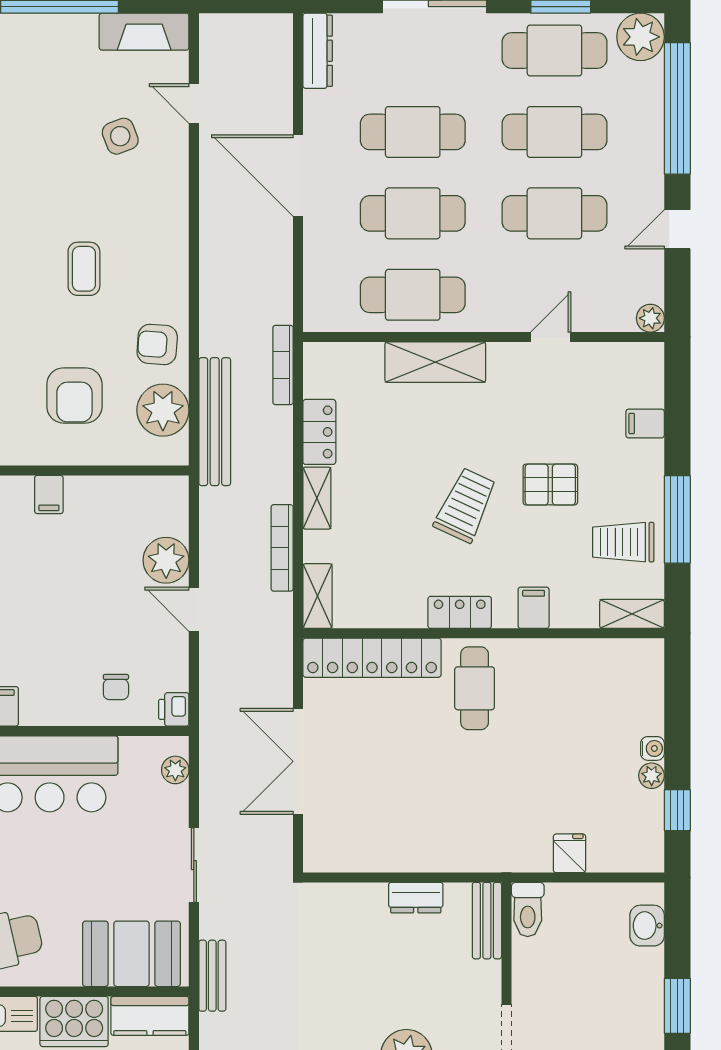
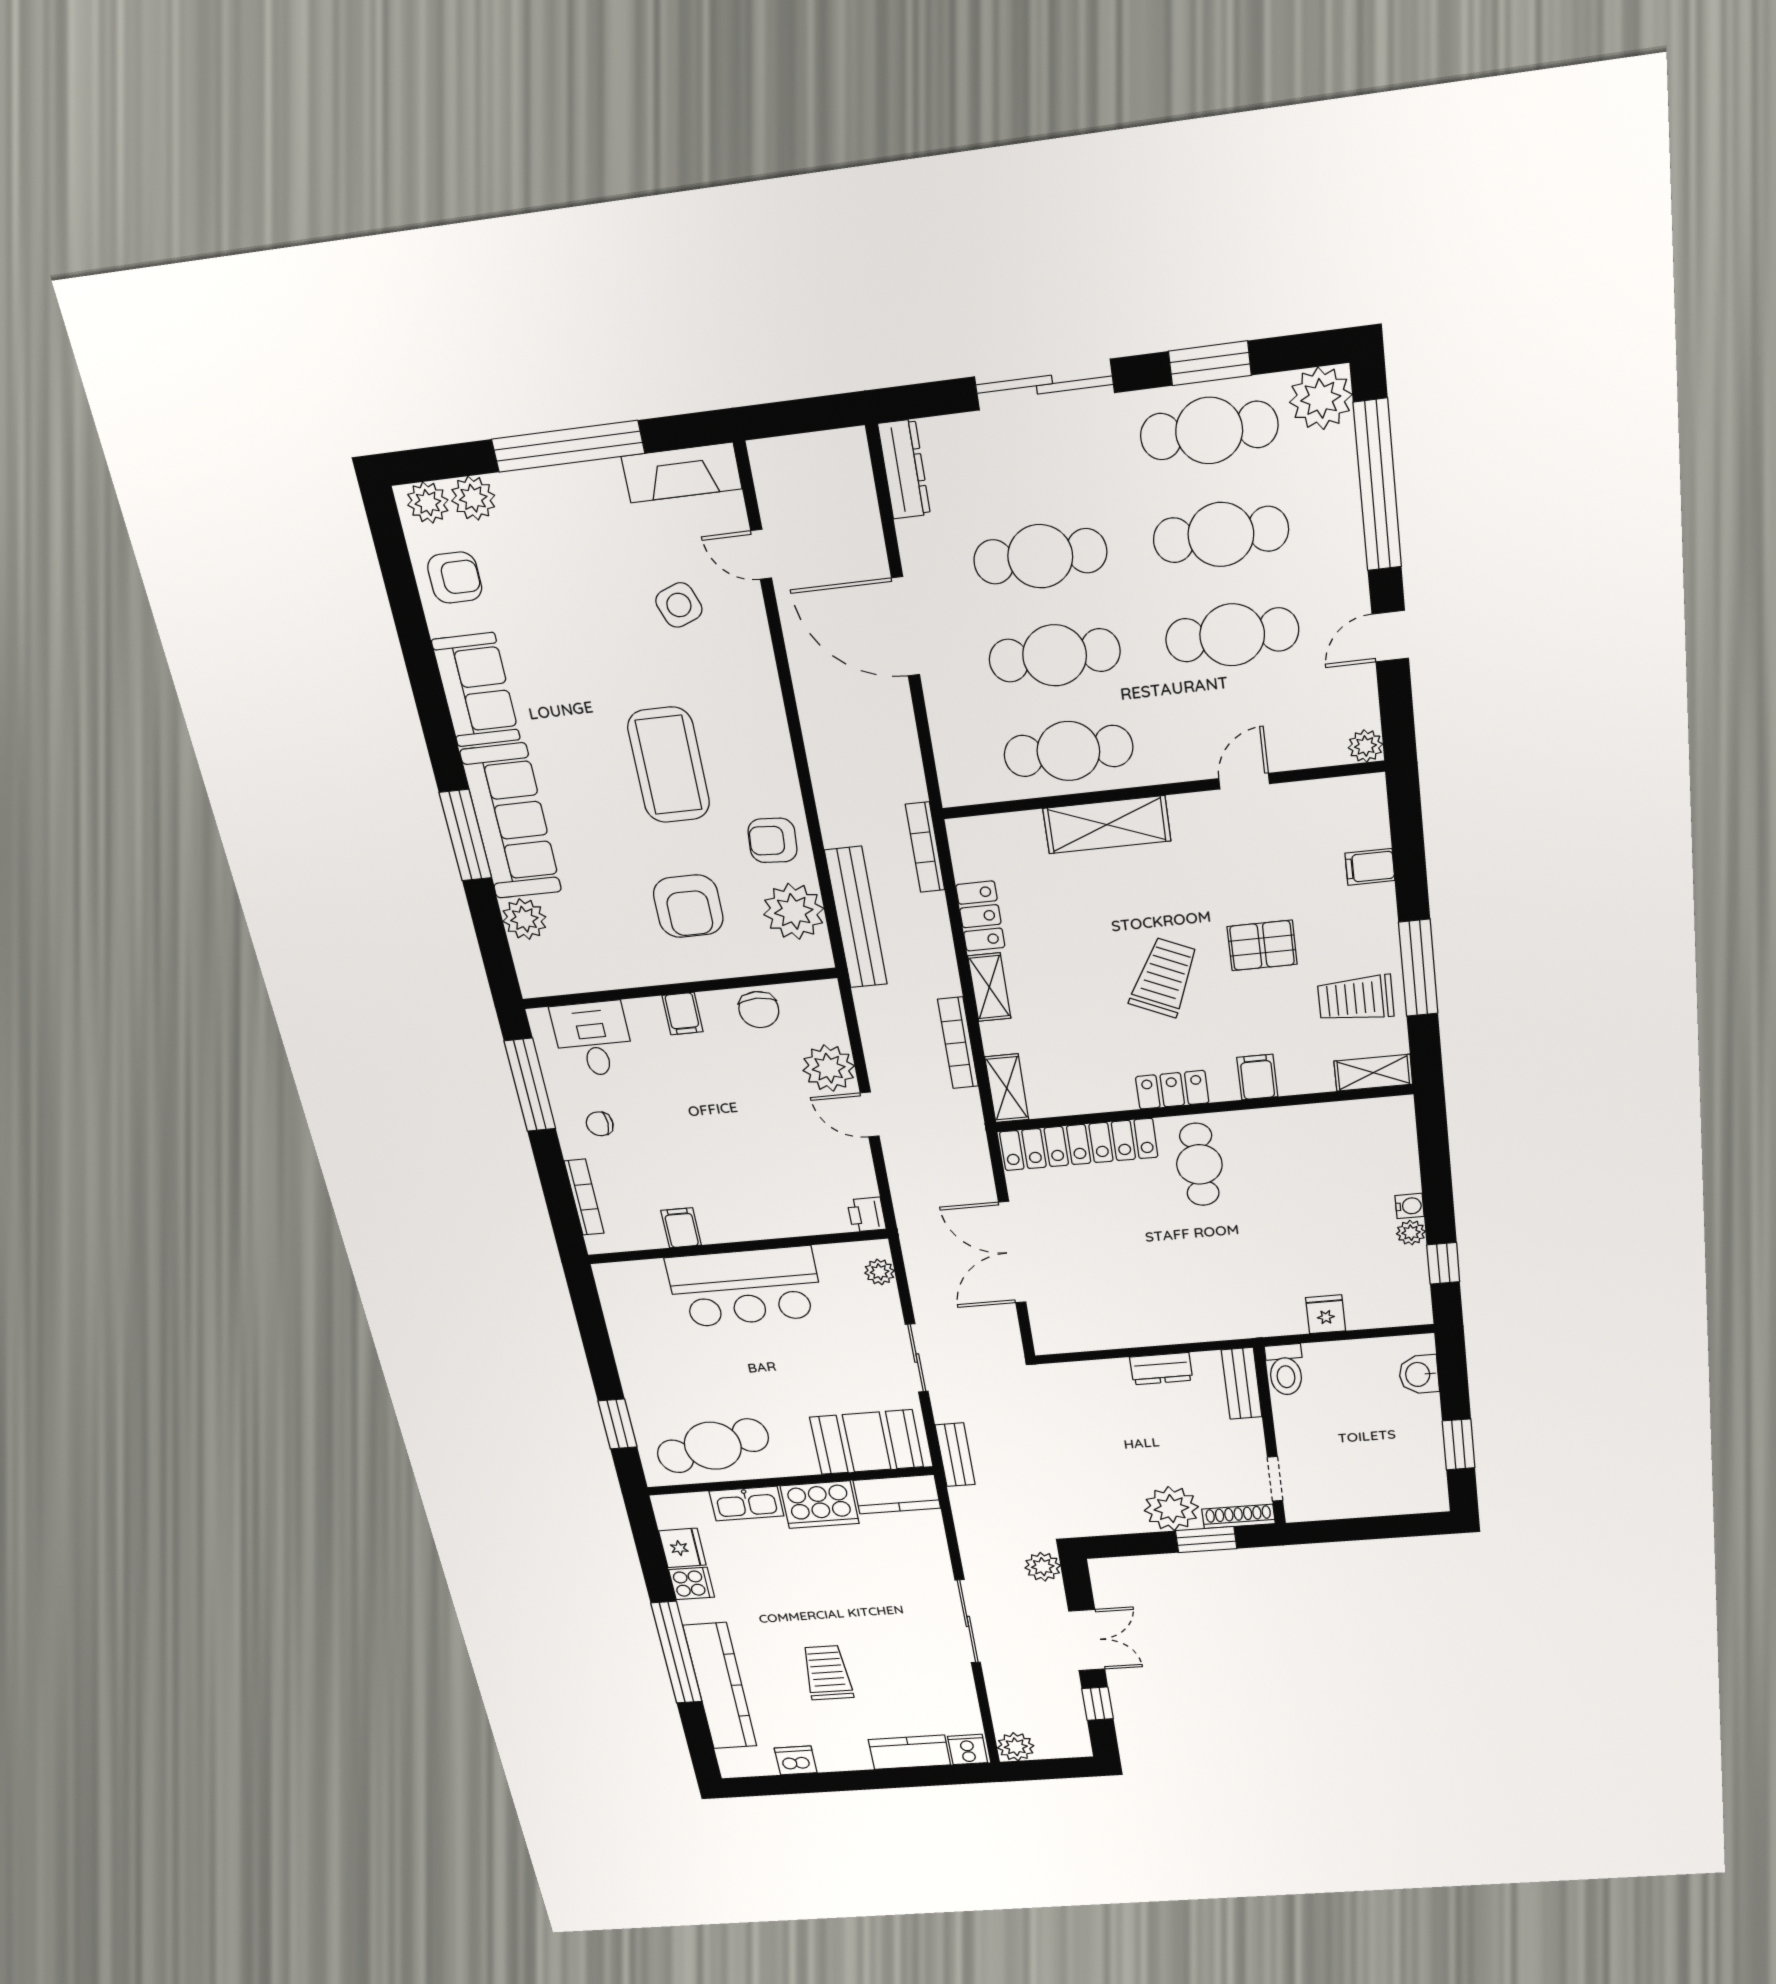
coffee table: (84, 269) -> (669, 765), width x1.86, depth x1.72
chair: (116, 687) -> (759, 1010), moved, width x1.37, depth x1.37

